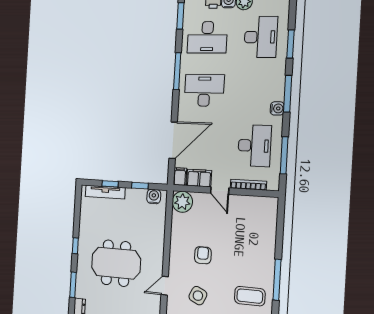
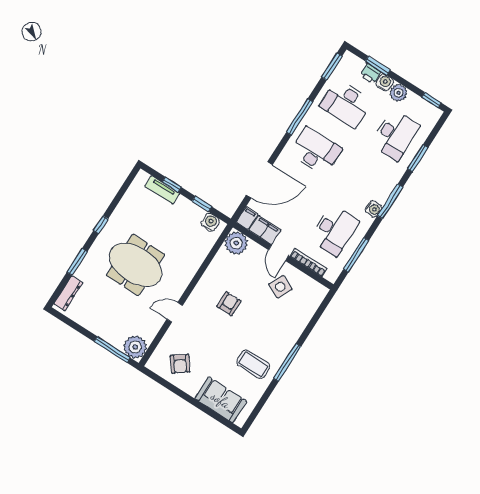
tv unit: (105, 192) -> (162, 190), width x0.71
side table: (198, 296) -> (280, 287), moved

